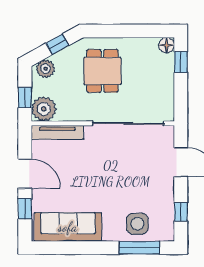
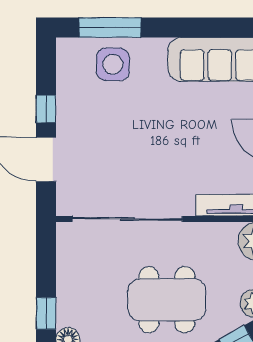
dining table: (102, 71) -> (167, 300), width x1.37
window: (181, 212) -> (46, 109), moved

